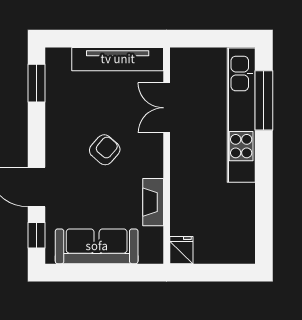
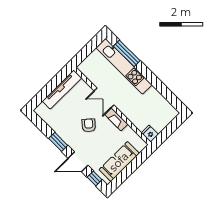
window: (36, 83) -> (58, 142), moved
double door: (167, 108) -> (104, 98), moved
fireplace: (153, 202) -> (116, 119), moved

